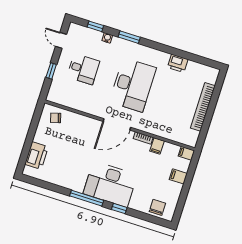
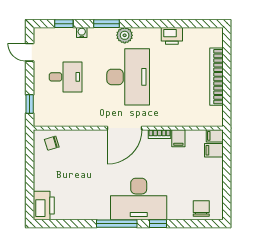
plant: (140, 51) -> (125, 35), added
window: (51, 71) -> (30, 104), moved
printer: (36, 156) -> (44, 206), moved
filing cabinet: (178, 176) -> (214, 150), moved

